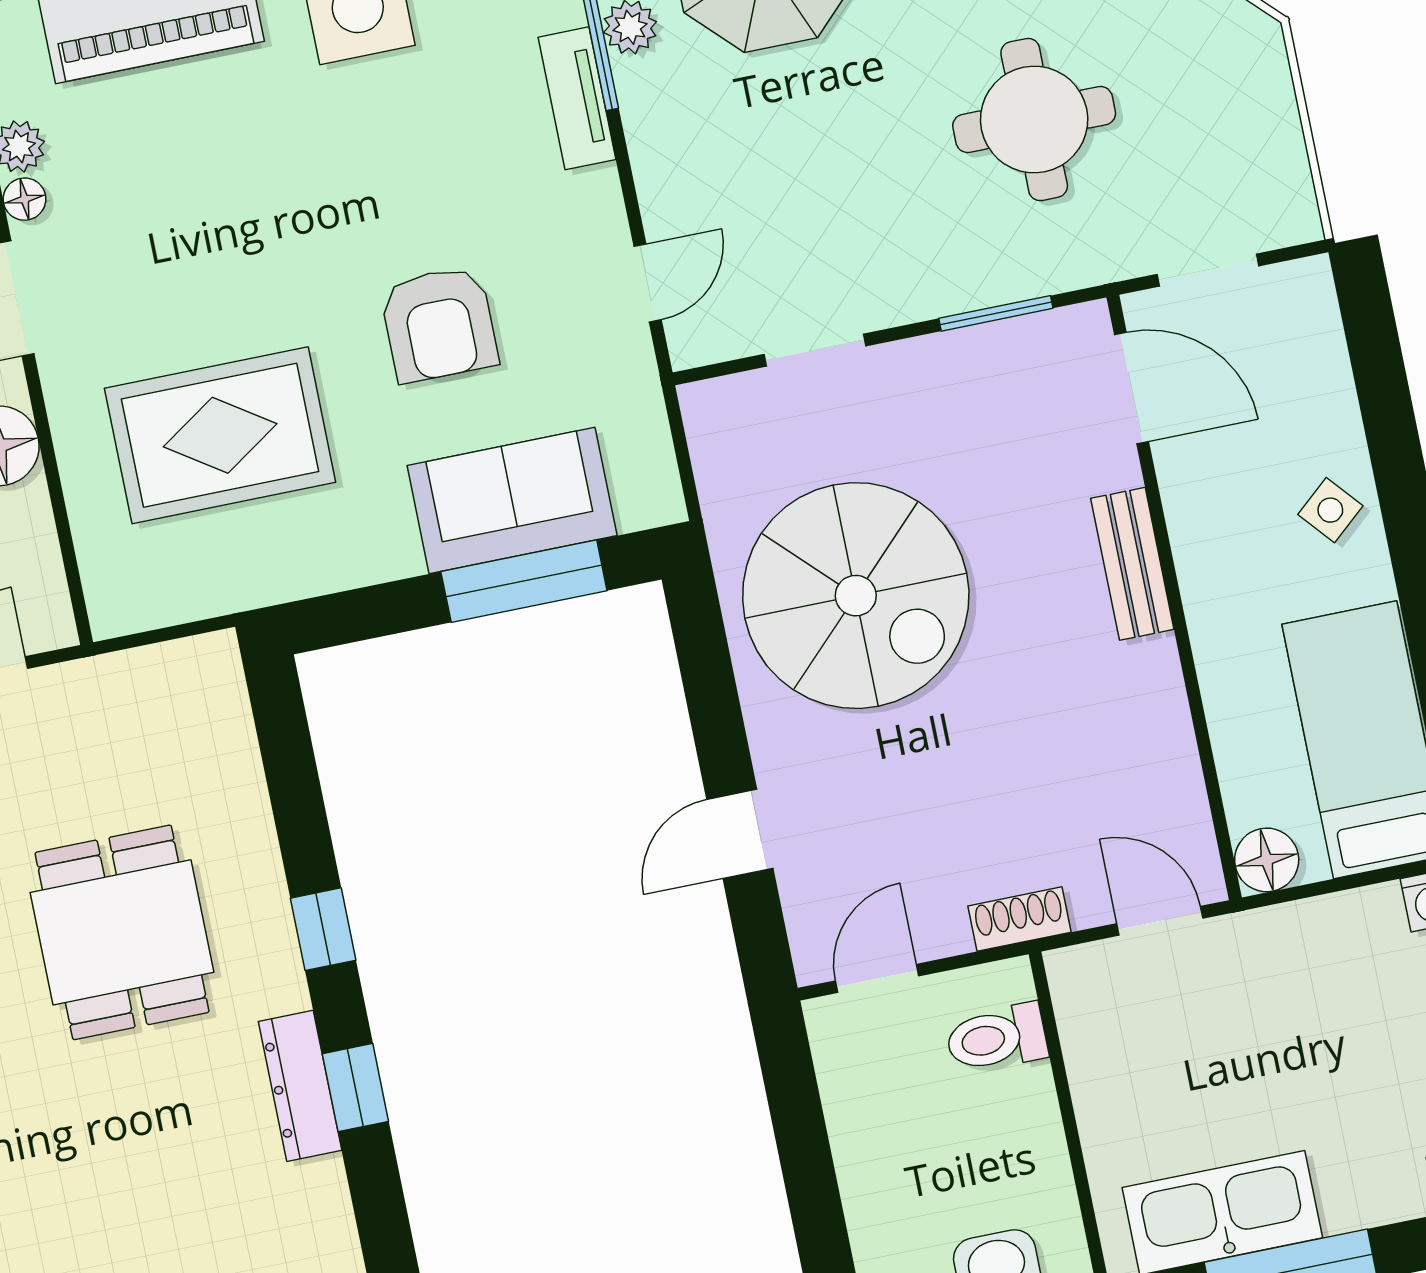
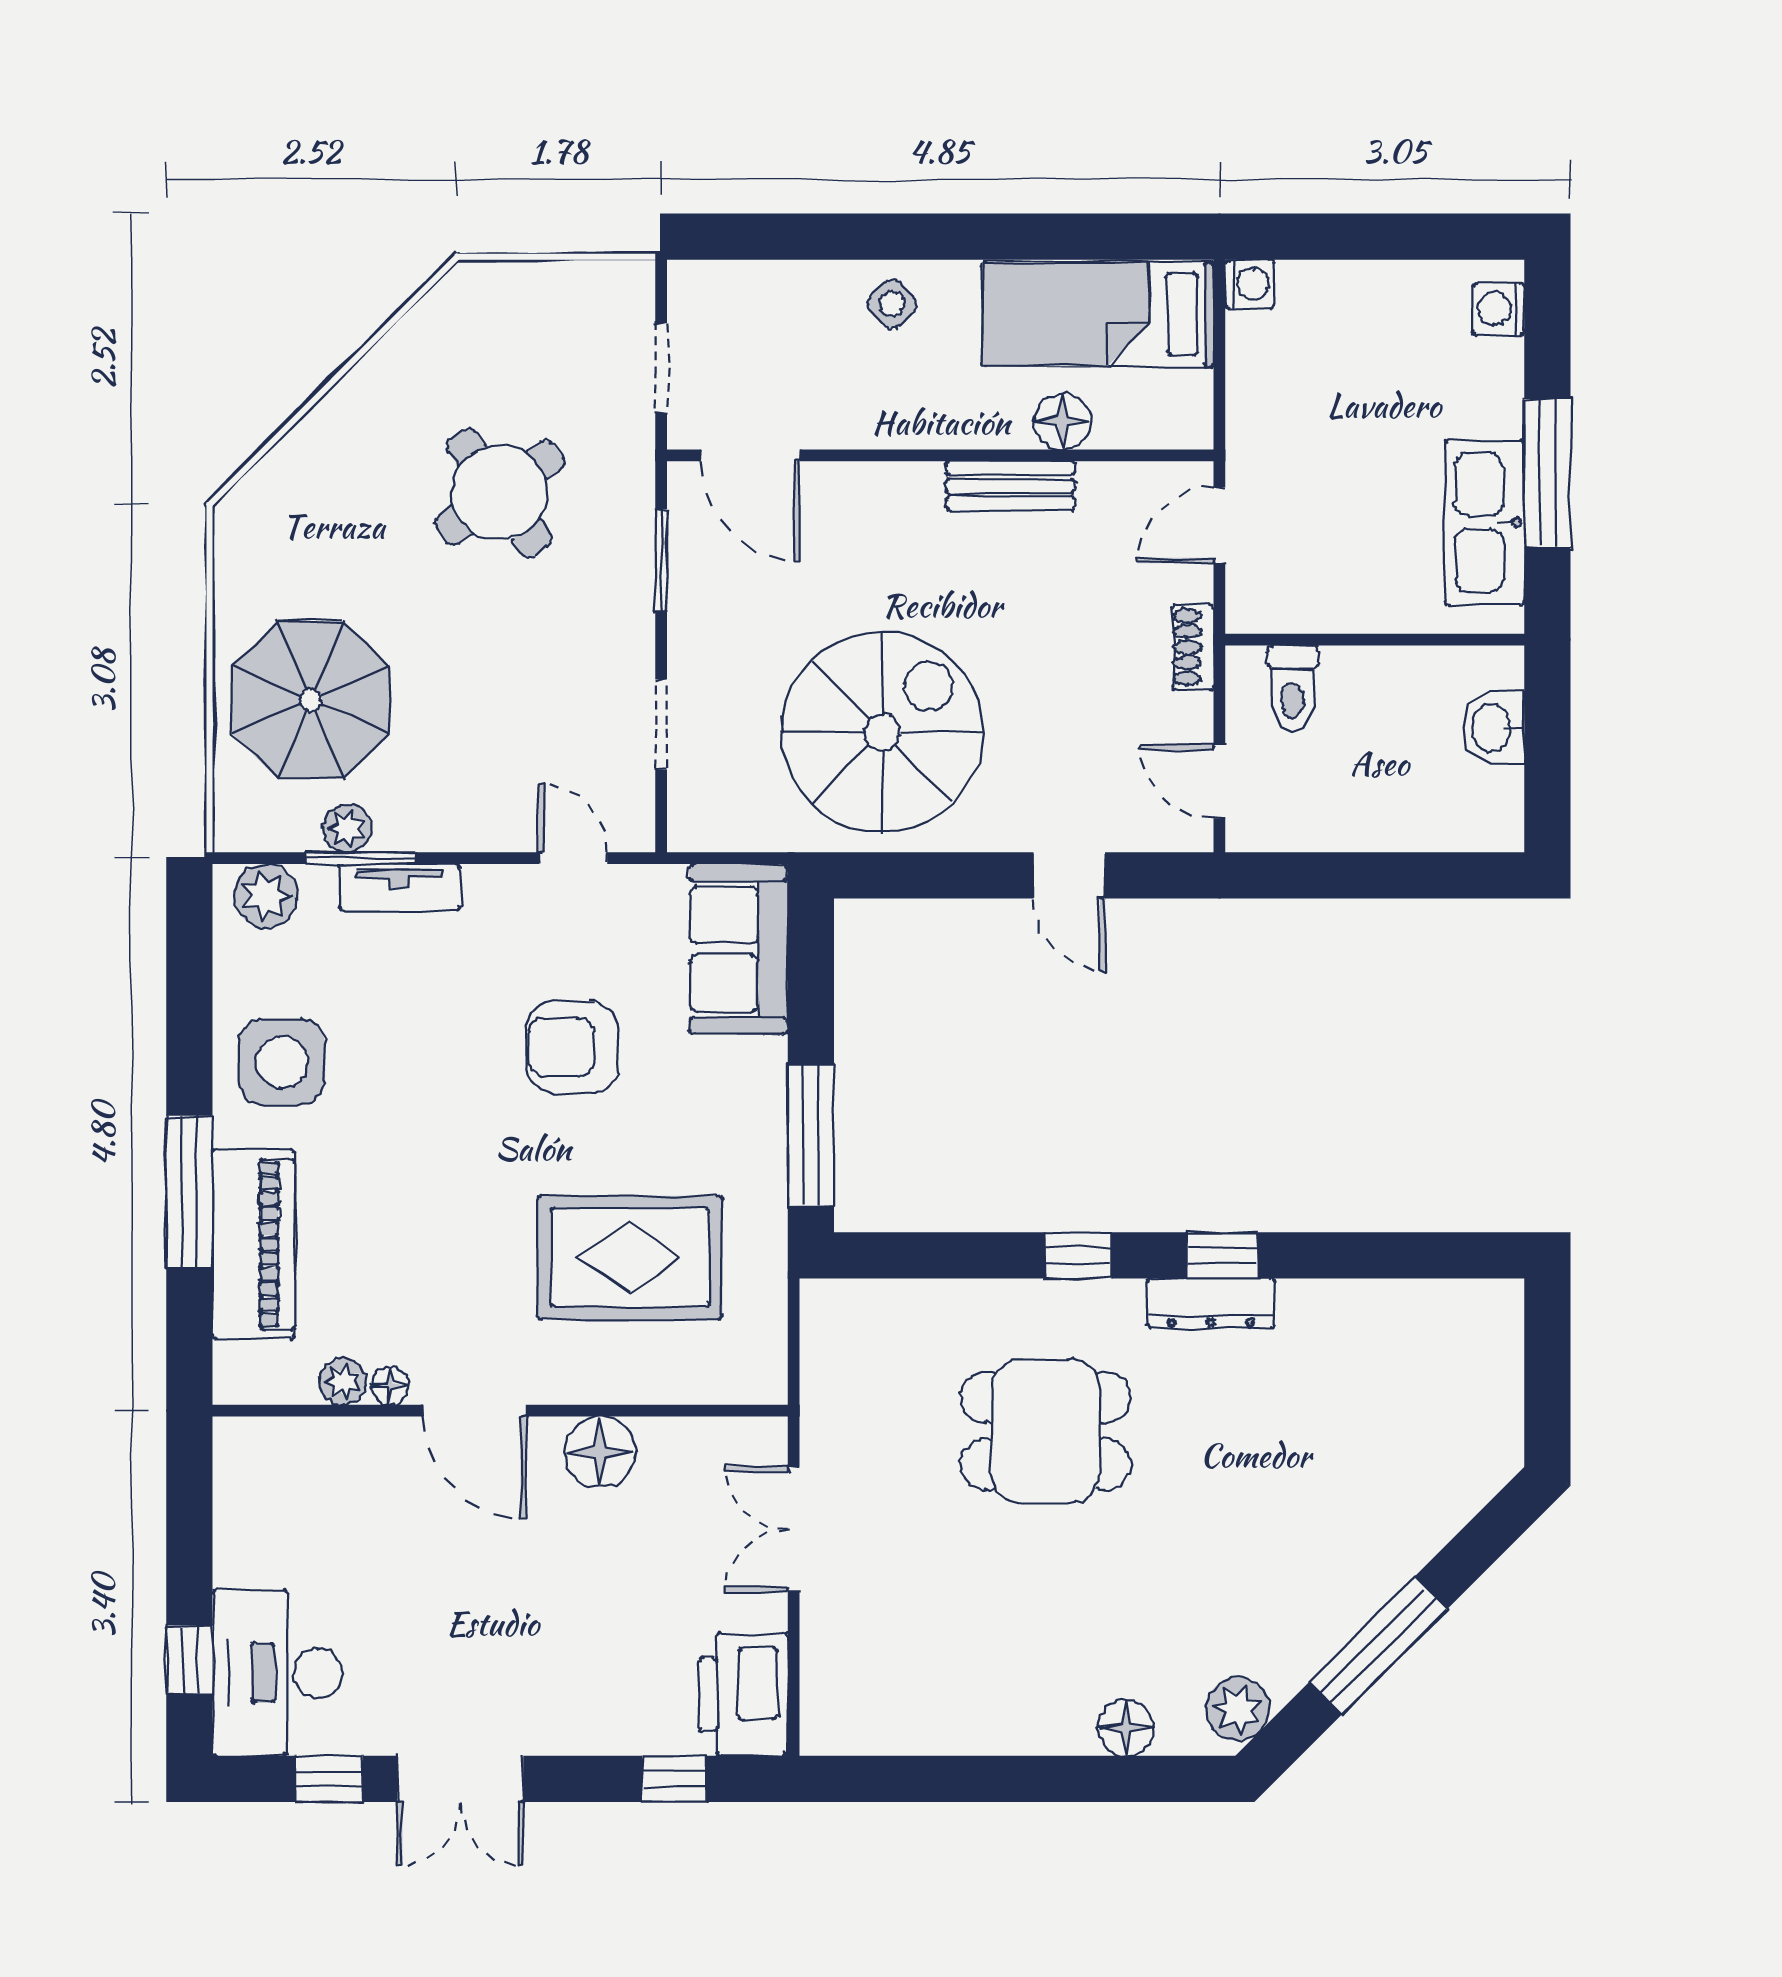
round table: (1034, 120) -> (499, 493), turned -36
armchair: (439, 324) -> (572, 1047), turned 180
door: (1131, 388) -> (750, 455), swing flipped
rug: (220, 435) -> (630, 1258), turned 90
sofa: (512, 501) -> (739, 949), moved
bench: (1132, 564) -> (1010, 486), moved
window: (524, 581) -> (811, 1135), moved
floor lamp: (1267, 860) -> (1062, 421), moved

